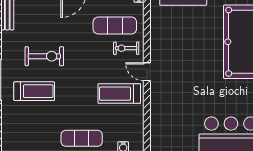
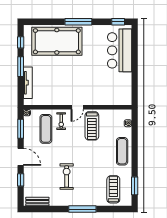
treadmill: (34, 91) -> (113, 189), moved

